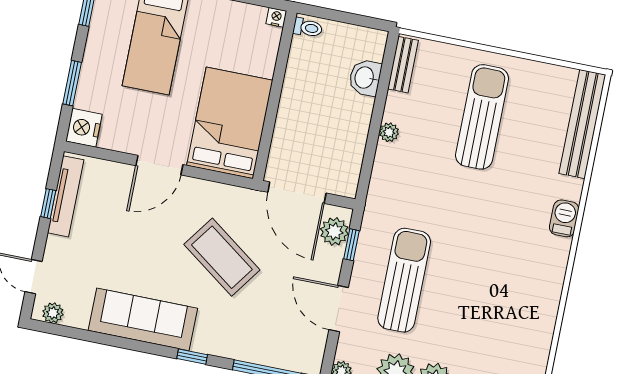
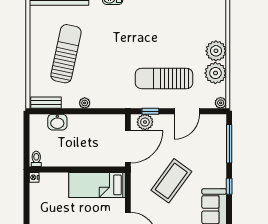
sun lounger: (482, 117) -> (66, 54), turned 102
bed: (230, 123) -> (97, 185), width x0.67

